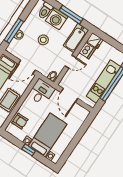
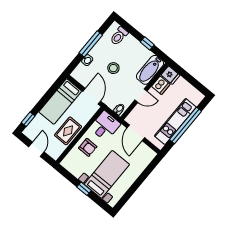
window: (71, 15) -> (147, 43), width x0.46
washing machine: (57, 19) -> (131, 46), removed
window: (14, 31) -> (91, 44), moved
door: (27, 67) -> (92, 96), swing flipped
armchair: (20, 121) -> (88, 147), moved

